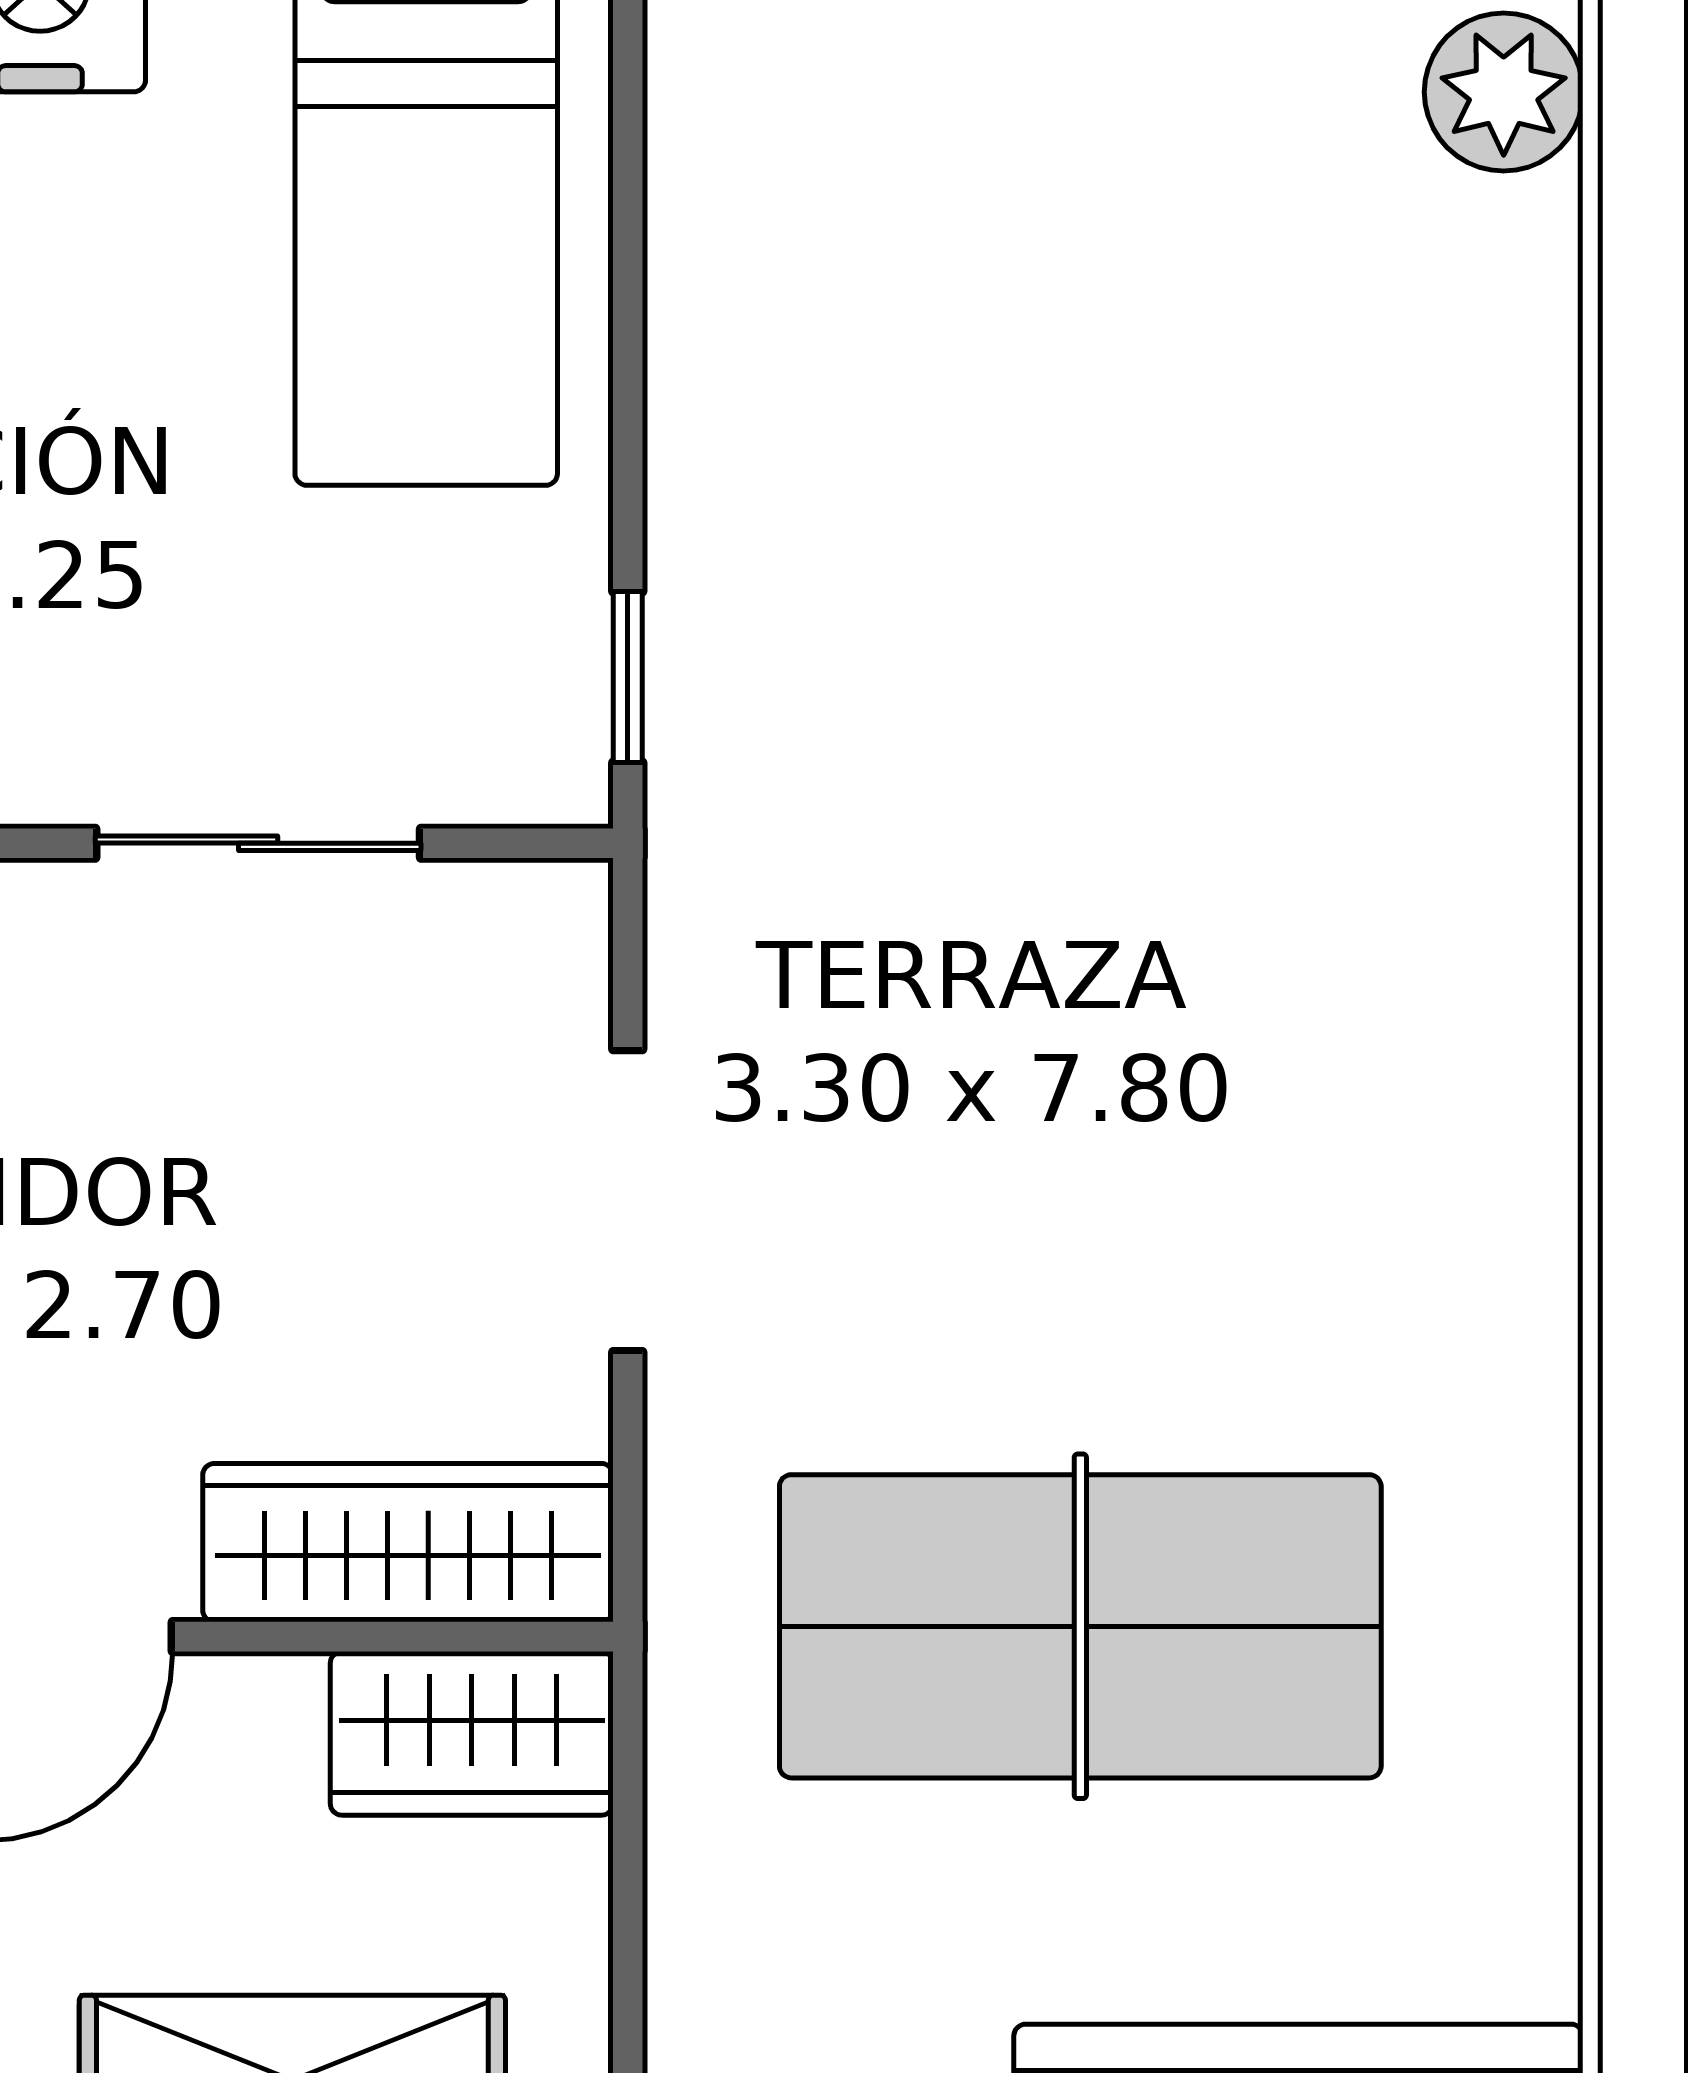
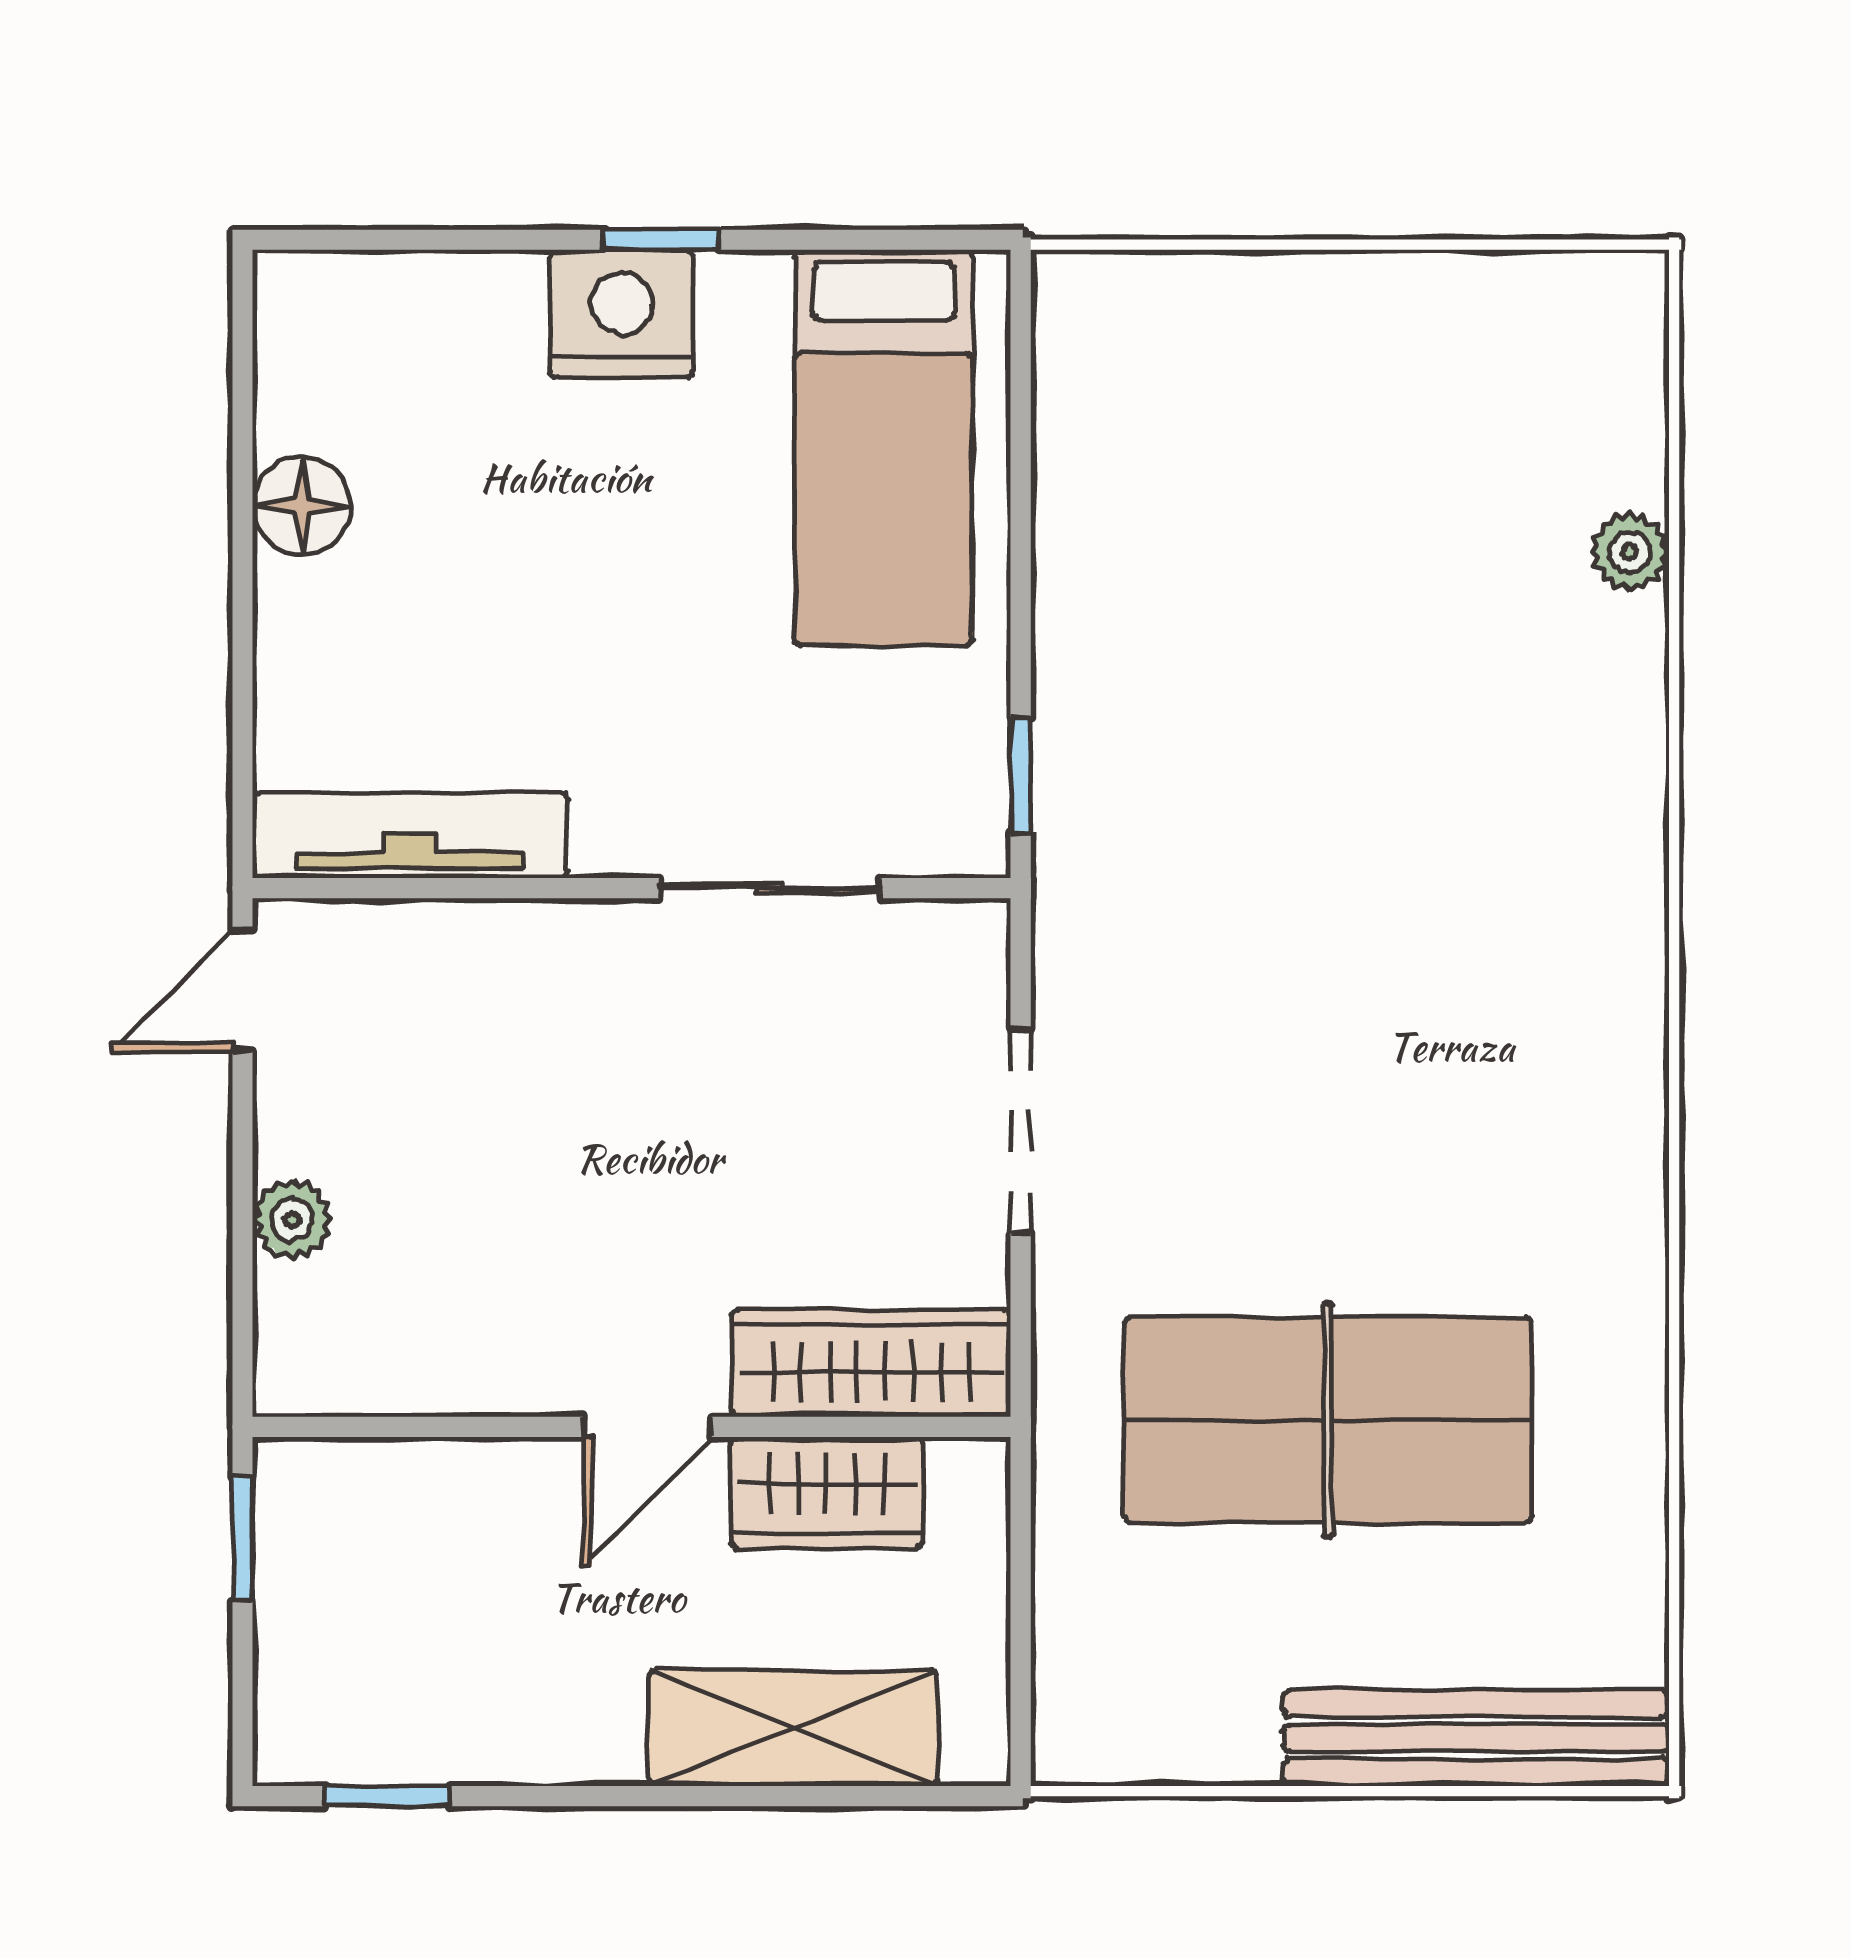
plant: (1504, 92) -> (1630, 552), moved, width x0.73, depth x0.73
wardrobe: (472, 1733) -> (827, 1493), moved

